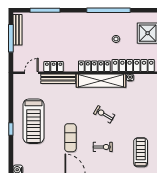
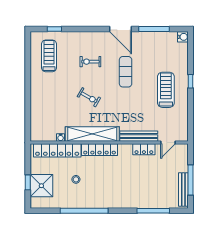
treadmill: (33, 121) -> (166, 90), width x0.73, depth x0.73
treadmill: (141, 152) -> (49, 56), turned 180

